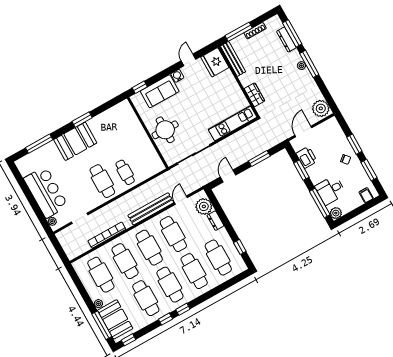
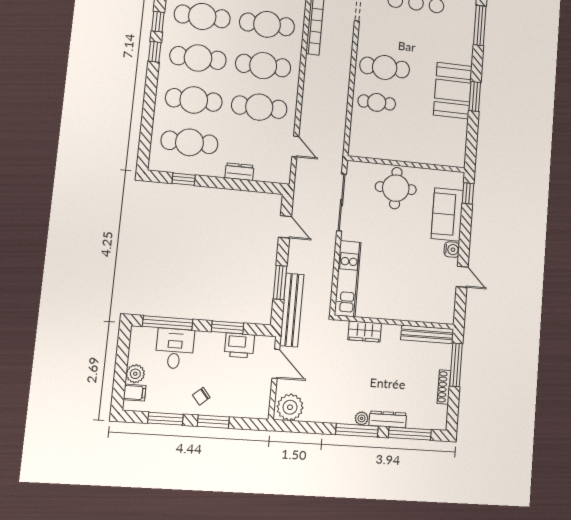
dresser: (286, 40) -> (388, 419), moved
fridge: (215, 62) -> (438, 308), removed
booth: (75, 141) -> (453, 91), moved
plant: (204, 206) -> (268, 169), removed
bench: (151, 209) -> (292, 310), moved
plant: (336, 213) -> (135, 374), moved

